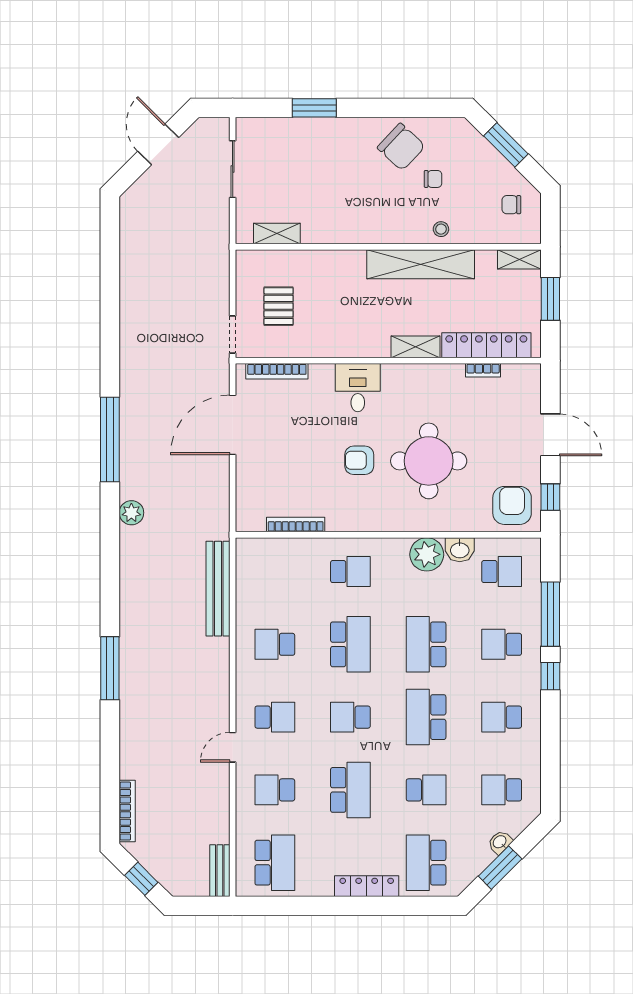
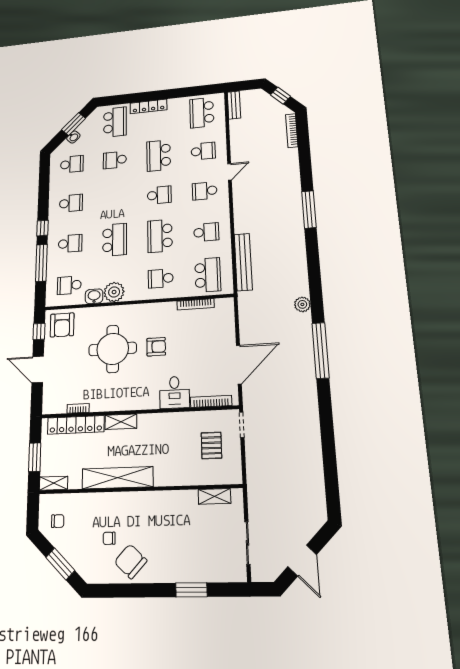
stool: (441, 229) -> (104, 503), removed
desk: (358, 388) -> (174, 392), moved
school desk: (426, 717) -> (208, 275), moved

